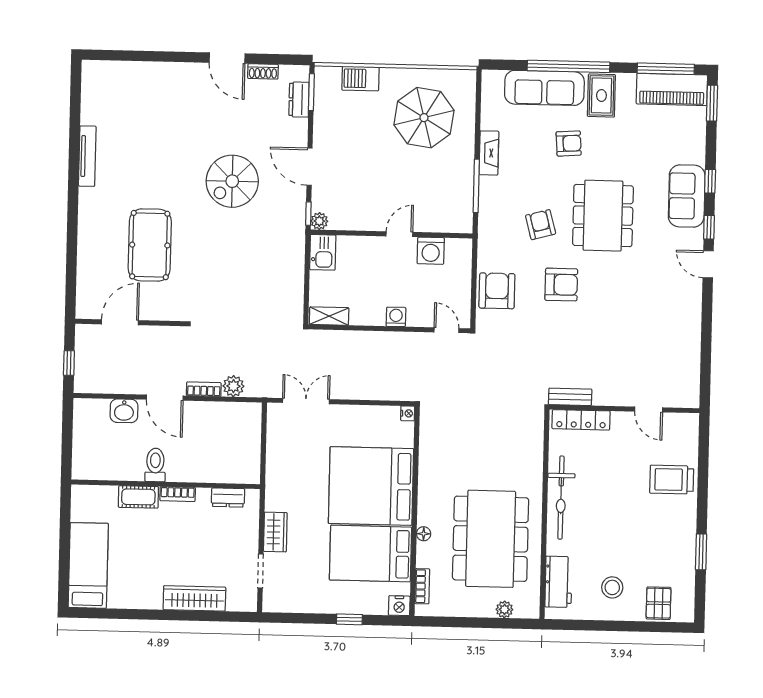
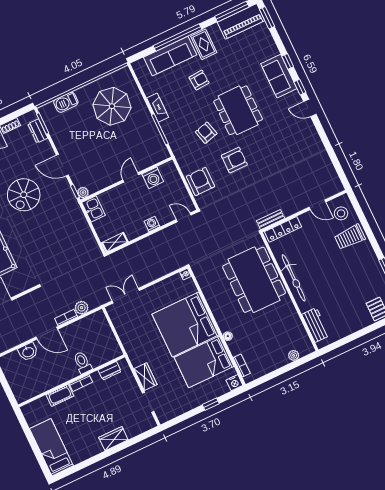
toilet: (155, 465) -> (82, 363), moved
dining table: (491, 539) -> (254, 280), moved
stool: (612, 587) -> (341, 213), moved
wardrobe: (194, 598) -> (113, 439), width x0.67

